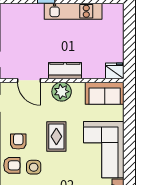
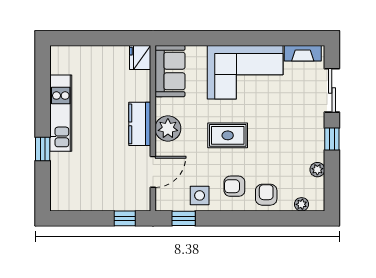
side table: (34, 167) -> (200, 195), moved

